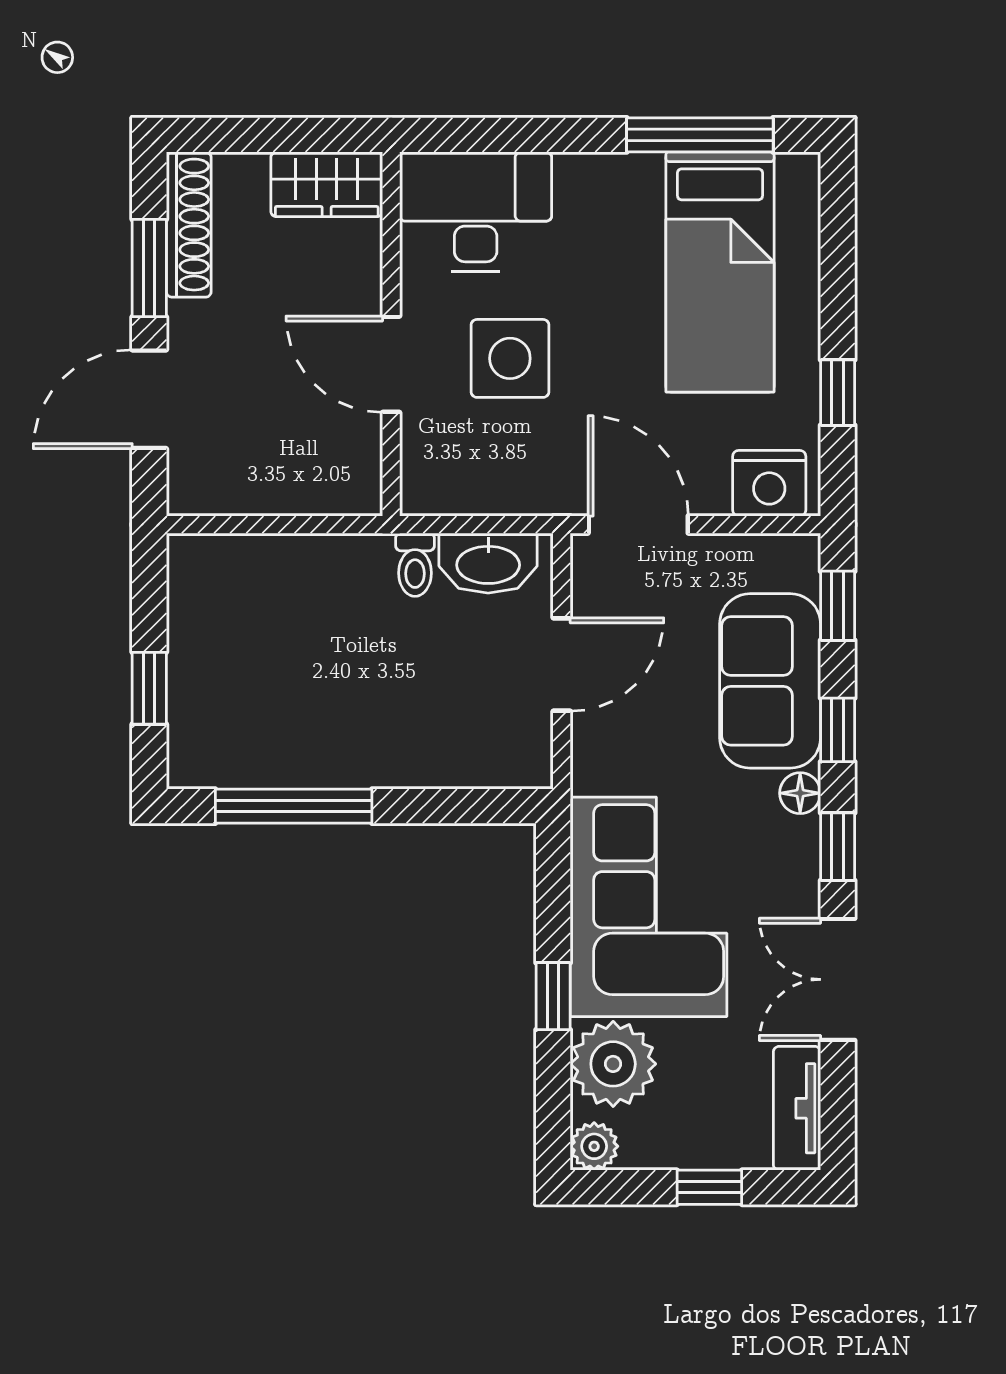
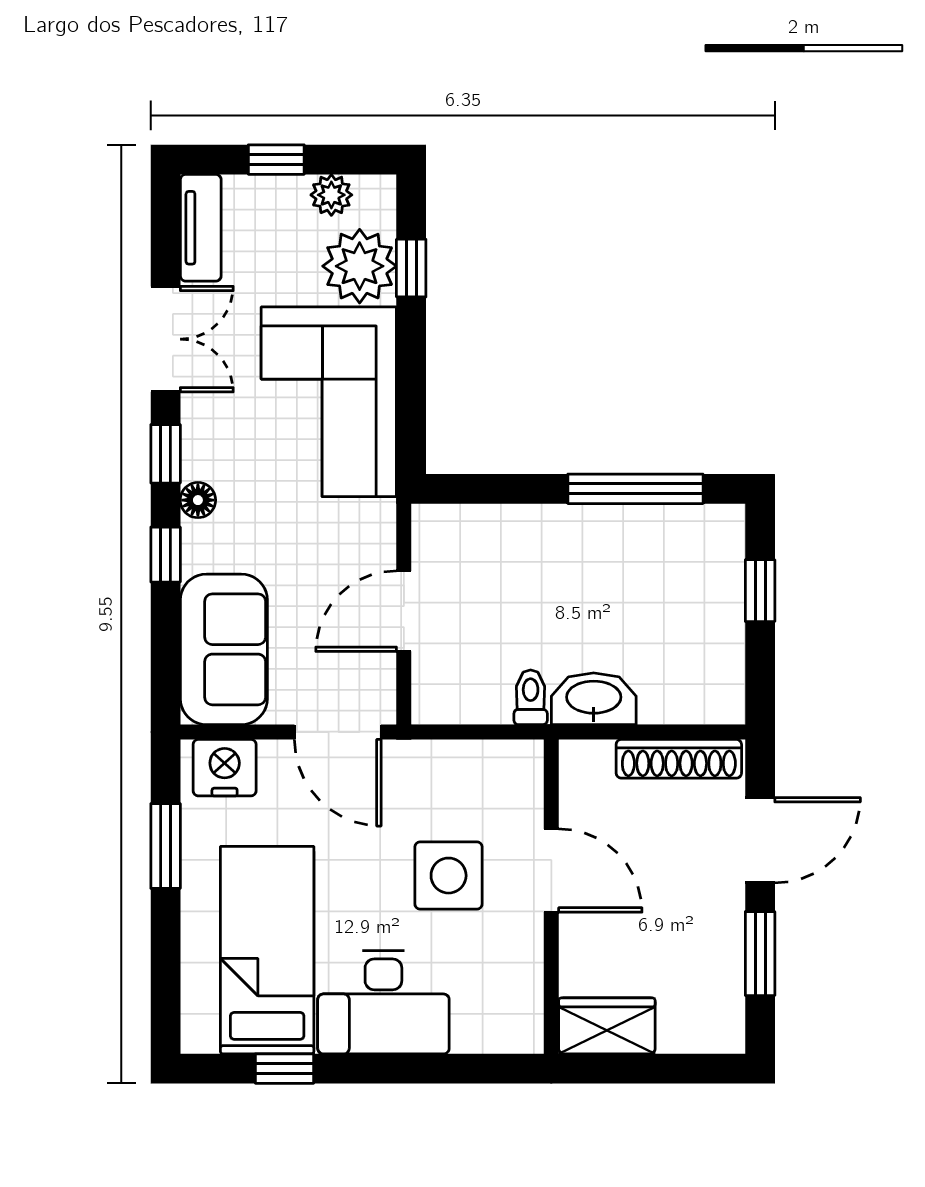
window: (700, 135) -> (285, 1069), width x0.46
desk: (476, 212) -> (383, 1002), moved
shoe rack: (189, 225) -> (679, 759), moved, turned -90
window: (838, 393) -> (166, 846), width x1.50
washbasin: (488, 563) -> (594, 699), moved
window: (838, 606) -> (166, 662), removed
sofa: (770, 681) -> (224, 649), moved
window: (553, 996) -> (411, 268), moved
plant: (594, 1146) -> (331, 195), moved

